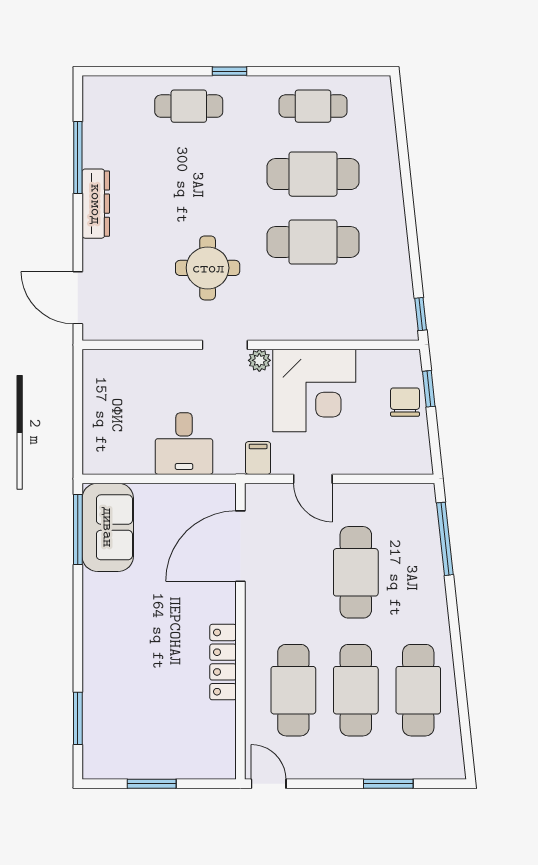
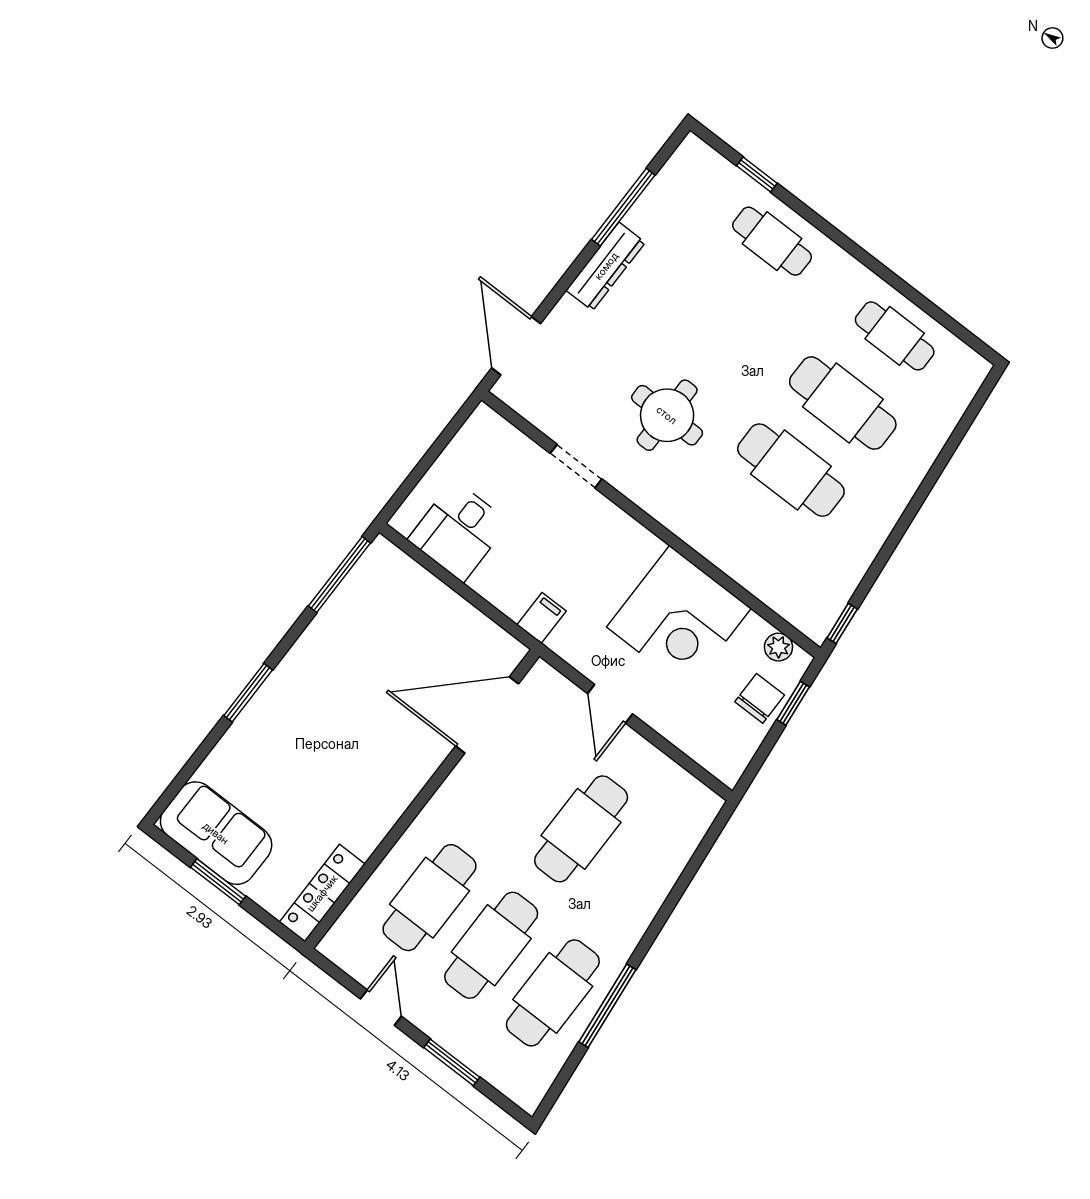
window: (230, 71) -> (757, 174), moved
doorway: (225, 345) -> (576, 466), moved
plant: (259, 360) -> (778, 647), moved
desk: (184, 444) -> (459, 531), moved
filing cabinet: (258, 458) -> (542, 618), moved
sofa: (108, 527) -> (216, 833), moved, turned -90
window: (445, 539) -> (607, 1006), moved
locker: (223, 662) -> (322, 893), moved
window: (78, 718) -> (248, 693), moved
door: (269, 784) -> (381, 1008), moved

